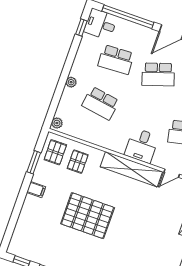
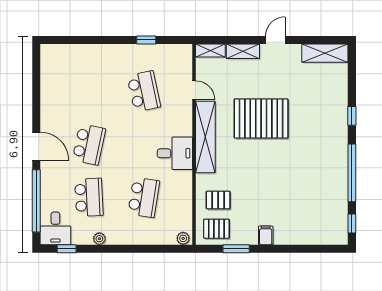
school desk: (158, 74) -> (89, 144), turned 30
plant: (71, 82) -> (99, 239), moved
desk: (142, 146) -> (175, 153), moved
pallet: (88, 216) -> (261, 118), moved, turned 90

